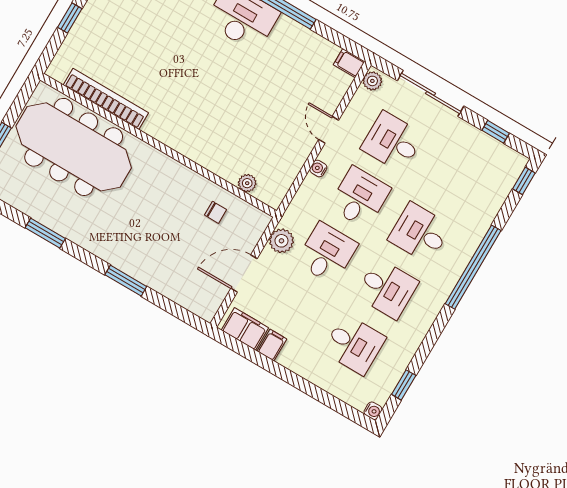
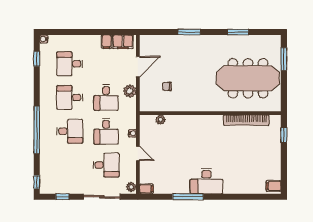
bookcase: (106, 99) -> (246, 120), moved
wall: (158, 145) -> (210, 113), moved
plant: (247, 183) -> (160, 120), moved

